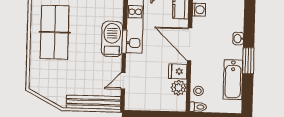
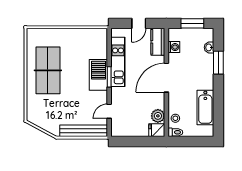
washbasin: (238, 39) -> (209, 47), moved
door: (190, 44) -> (166, 78), hinge flipped
window: (248, 61) -> (218, 63), moved
fridge: (178, 71) -> (157, 130), moved

